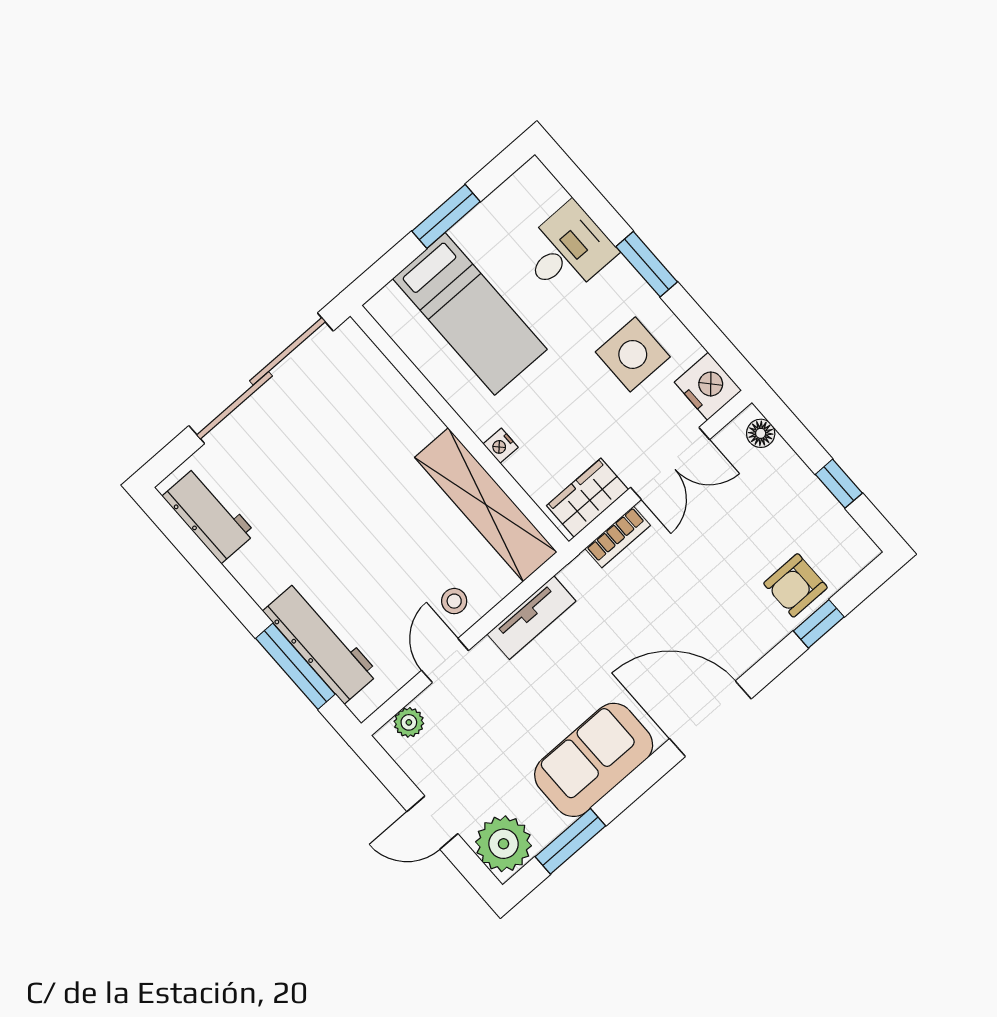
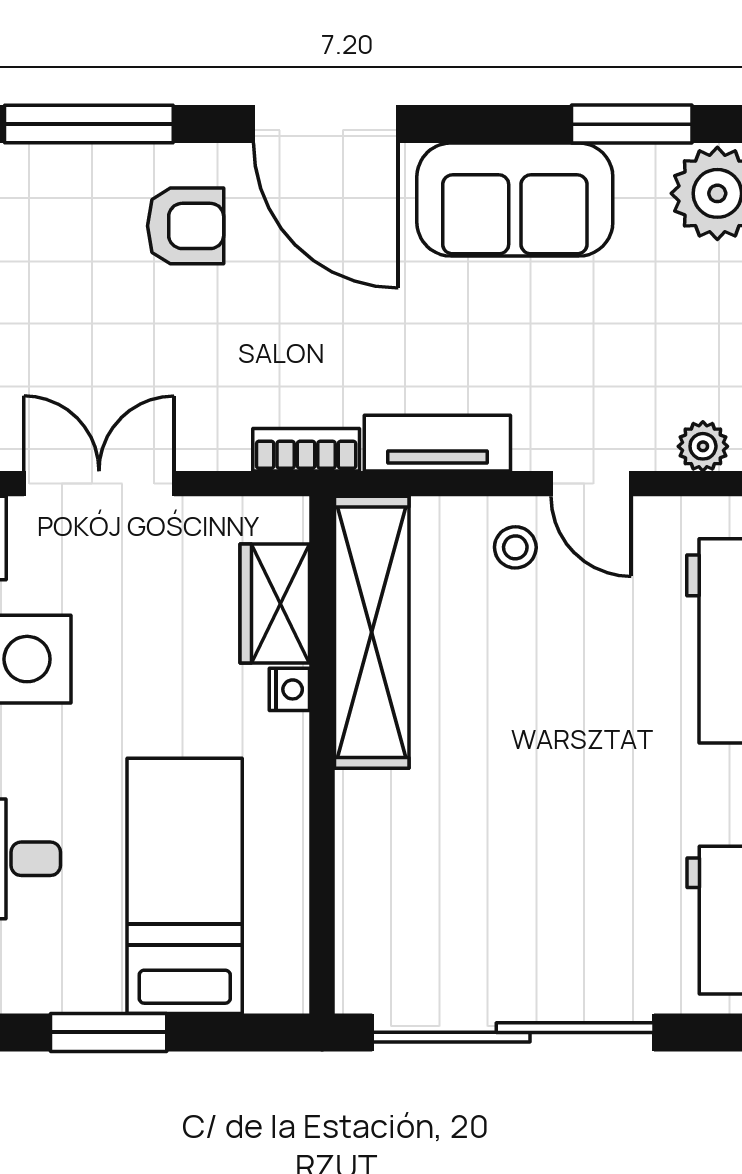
wardrobe: (588, 498) -> (275, 603), moved, turned 90
bookcase: (618, 537) -> (306, 450), moved
armchair: (795, 585) -> (186, 226), moved
window: (819, 624) -> (89, 124), width x2.17
door: (445, 660) -> (591, 484), hinge flipped

